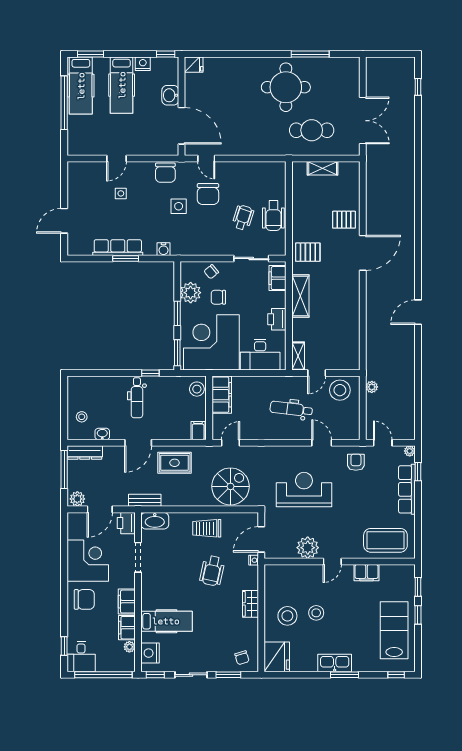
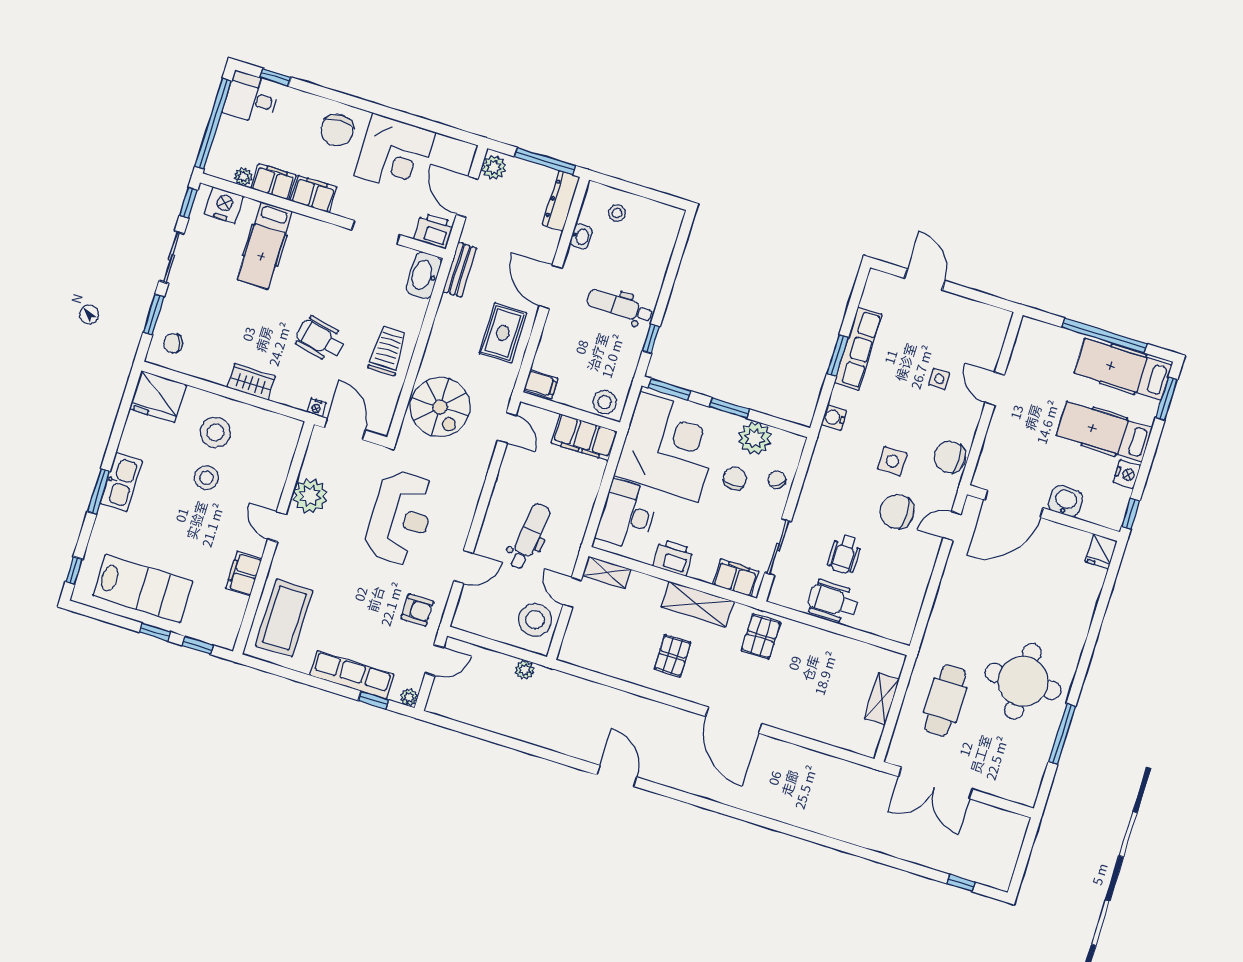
wheelchair: (243, 218) -> (845, 554), turned 72
pallet: (344, 220) -> (672, 656), moved

